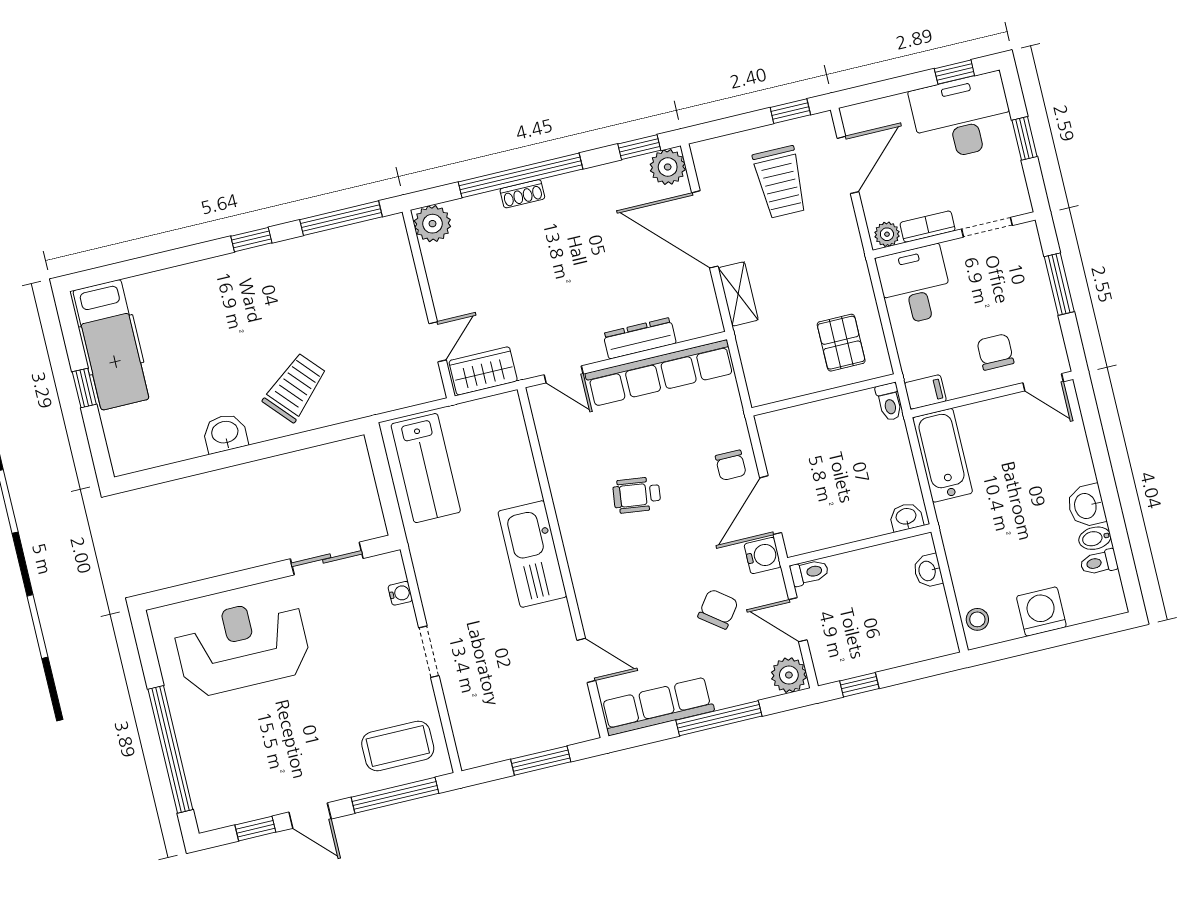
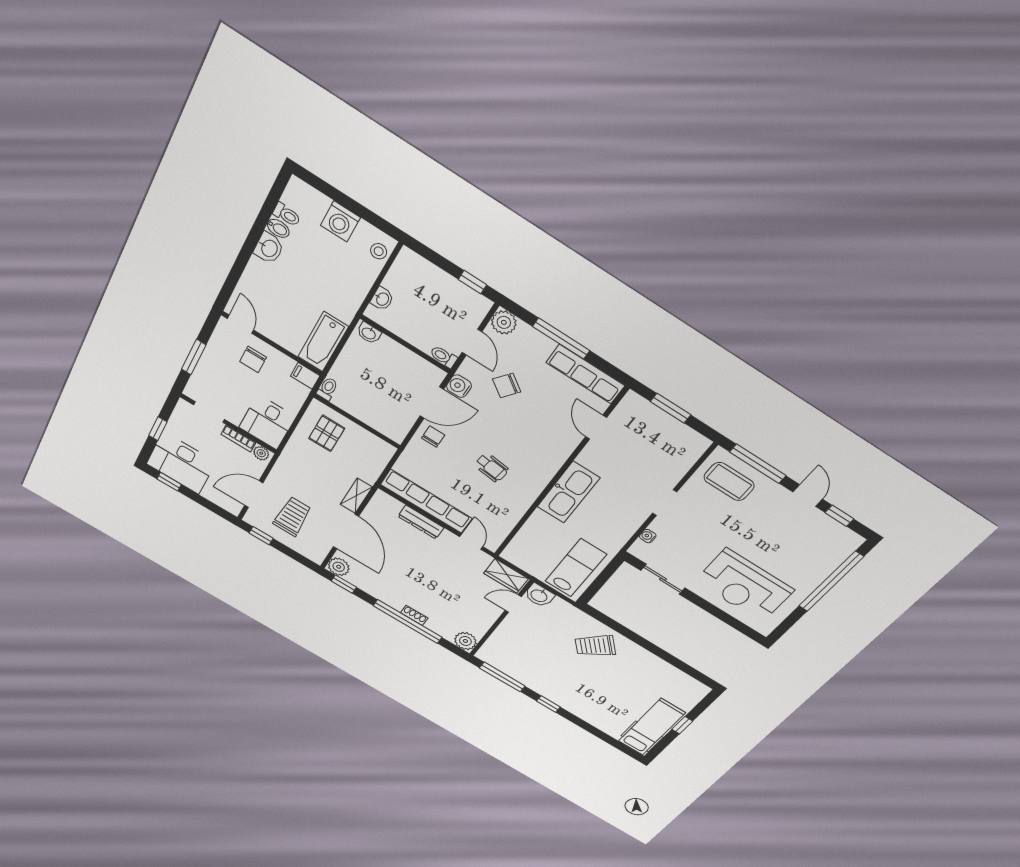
washbasin: (225, 433) -> (539, 595), moved

